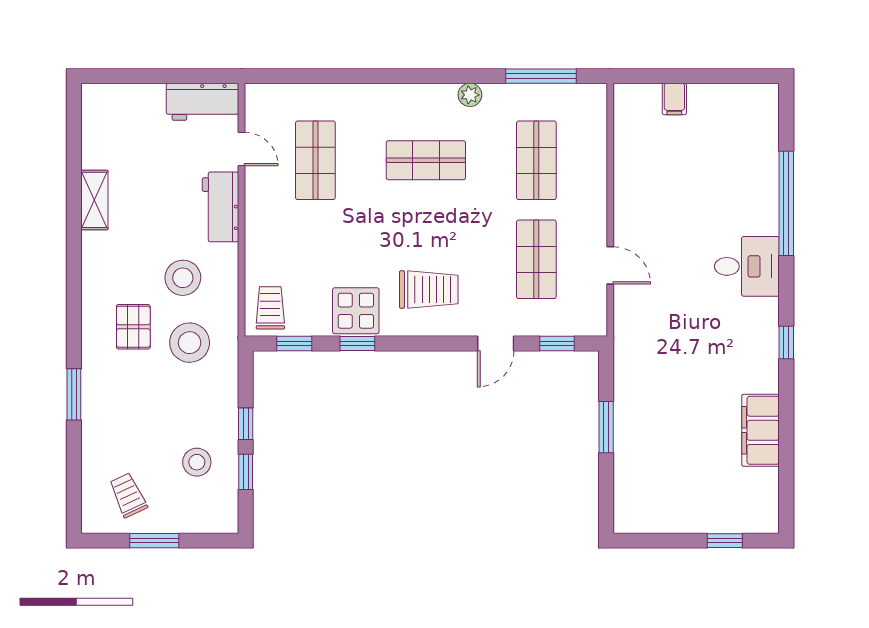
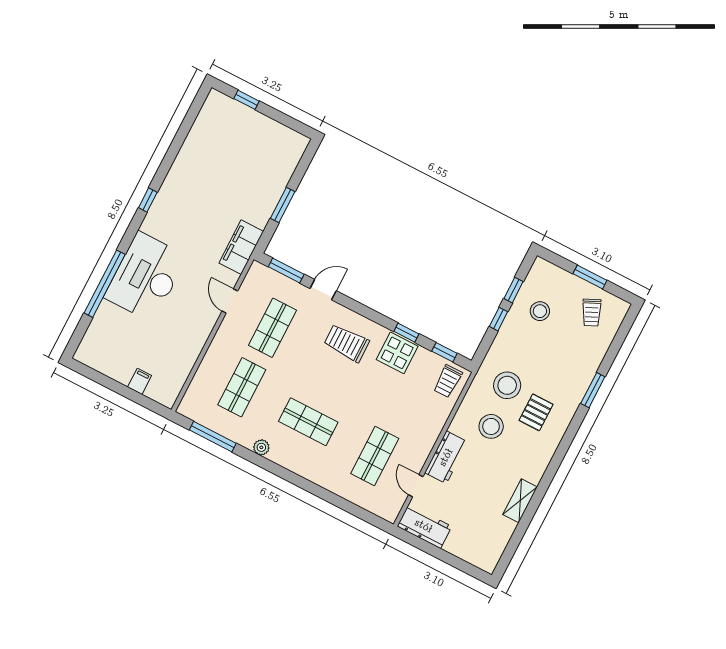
desk: (747, 266) -> (146, 277), width x1.87, depth x1.30
window: (557, 344) -> (286, 271), width x1.50
filing cabinet: (761, 430) -> (241, 247), moved, turned 180

